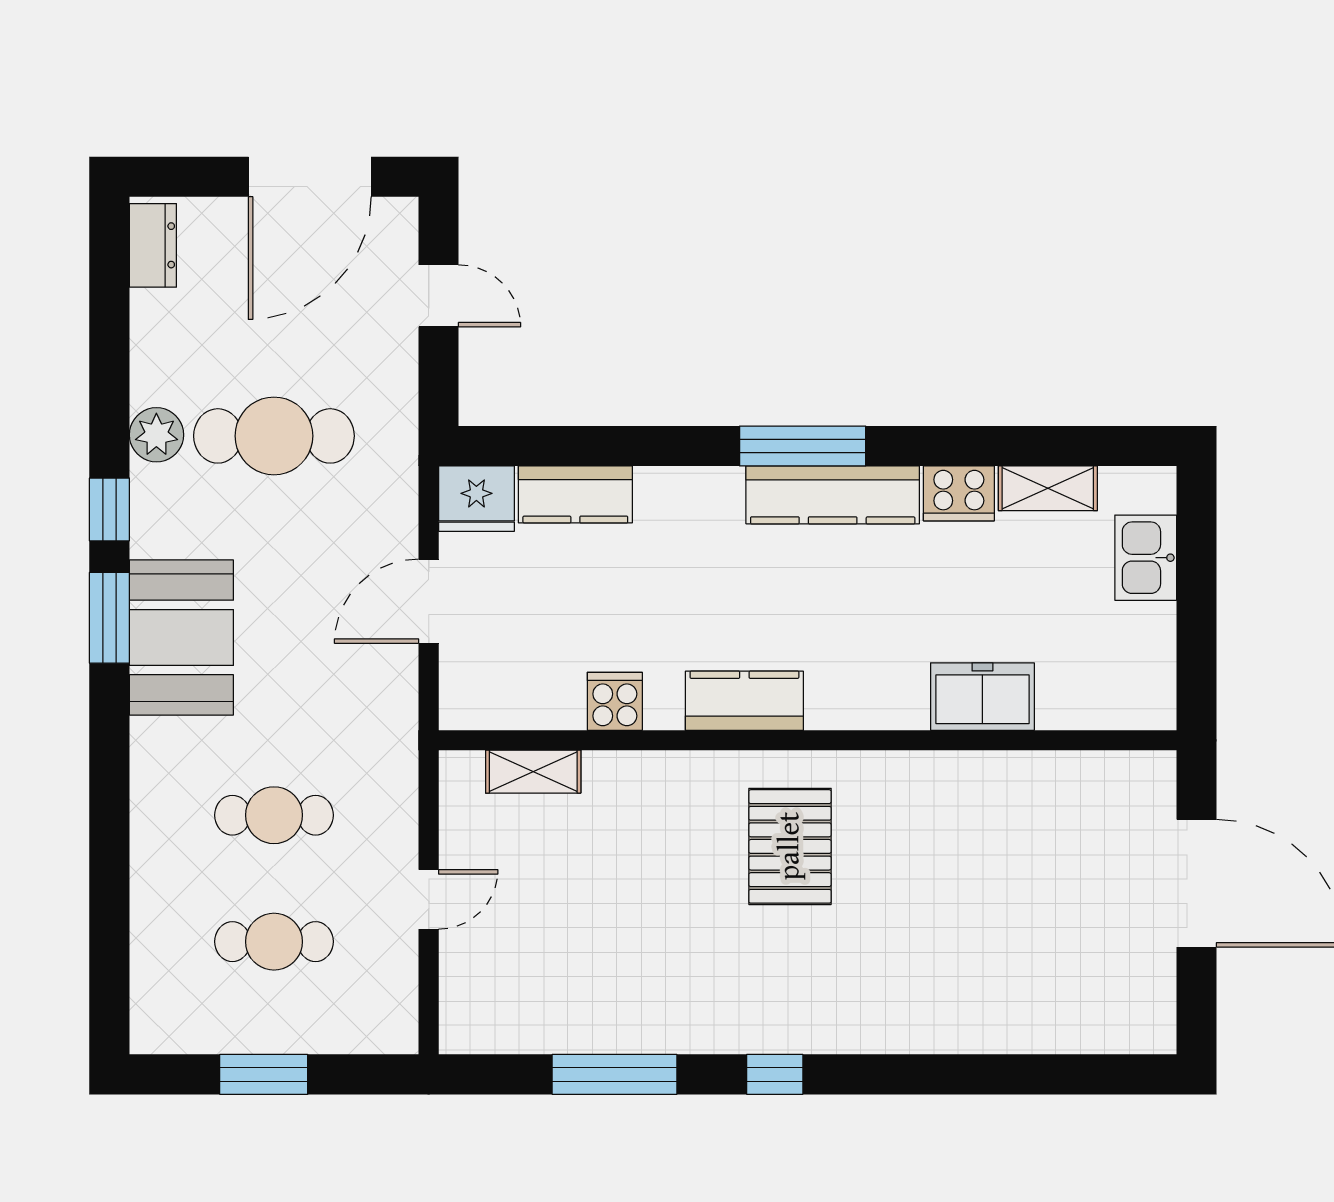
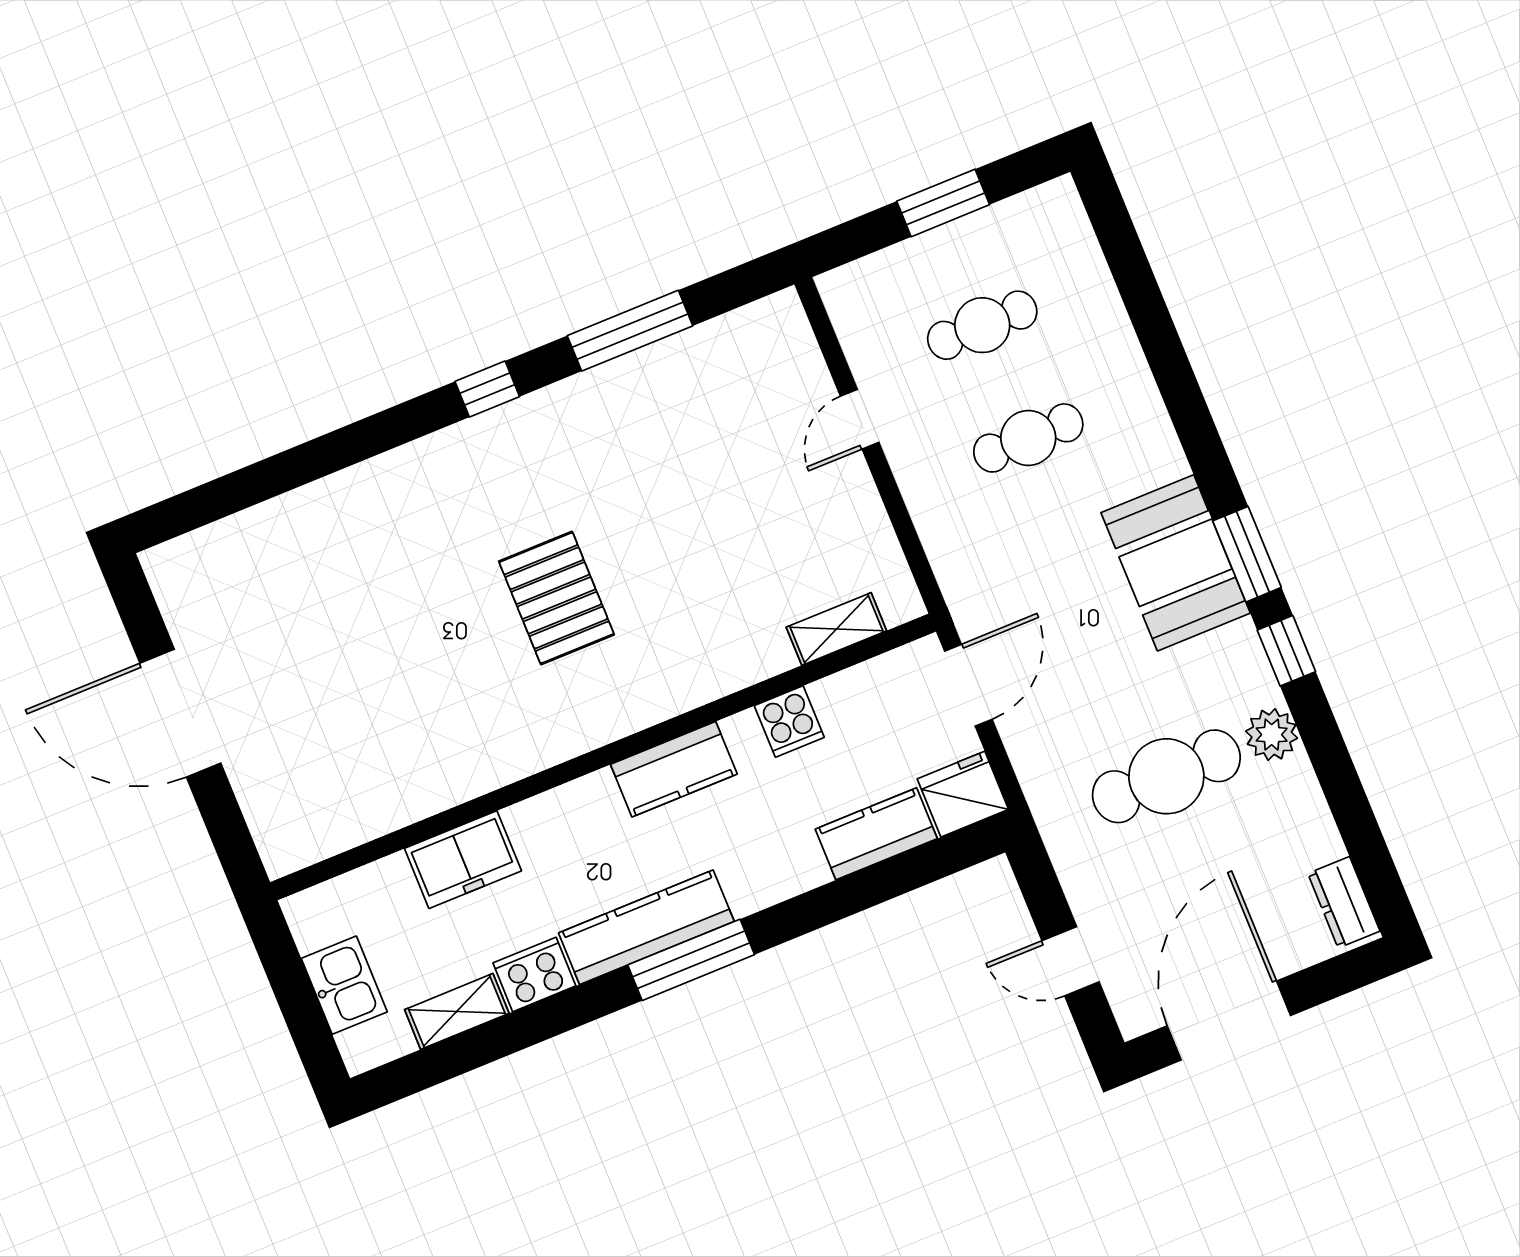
freezer: (982, 697) -> (463, 860), moved
cooker: (615, 701) -> (789, 722), moved
kitchen counter: (744, 701) -> (674, 769), moved
wall: (808, 740) -> (603, 757), moved
shelving: (533, 772) -> (836, 629), moved

